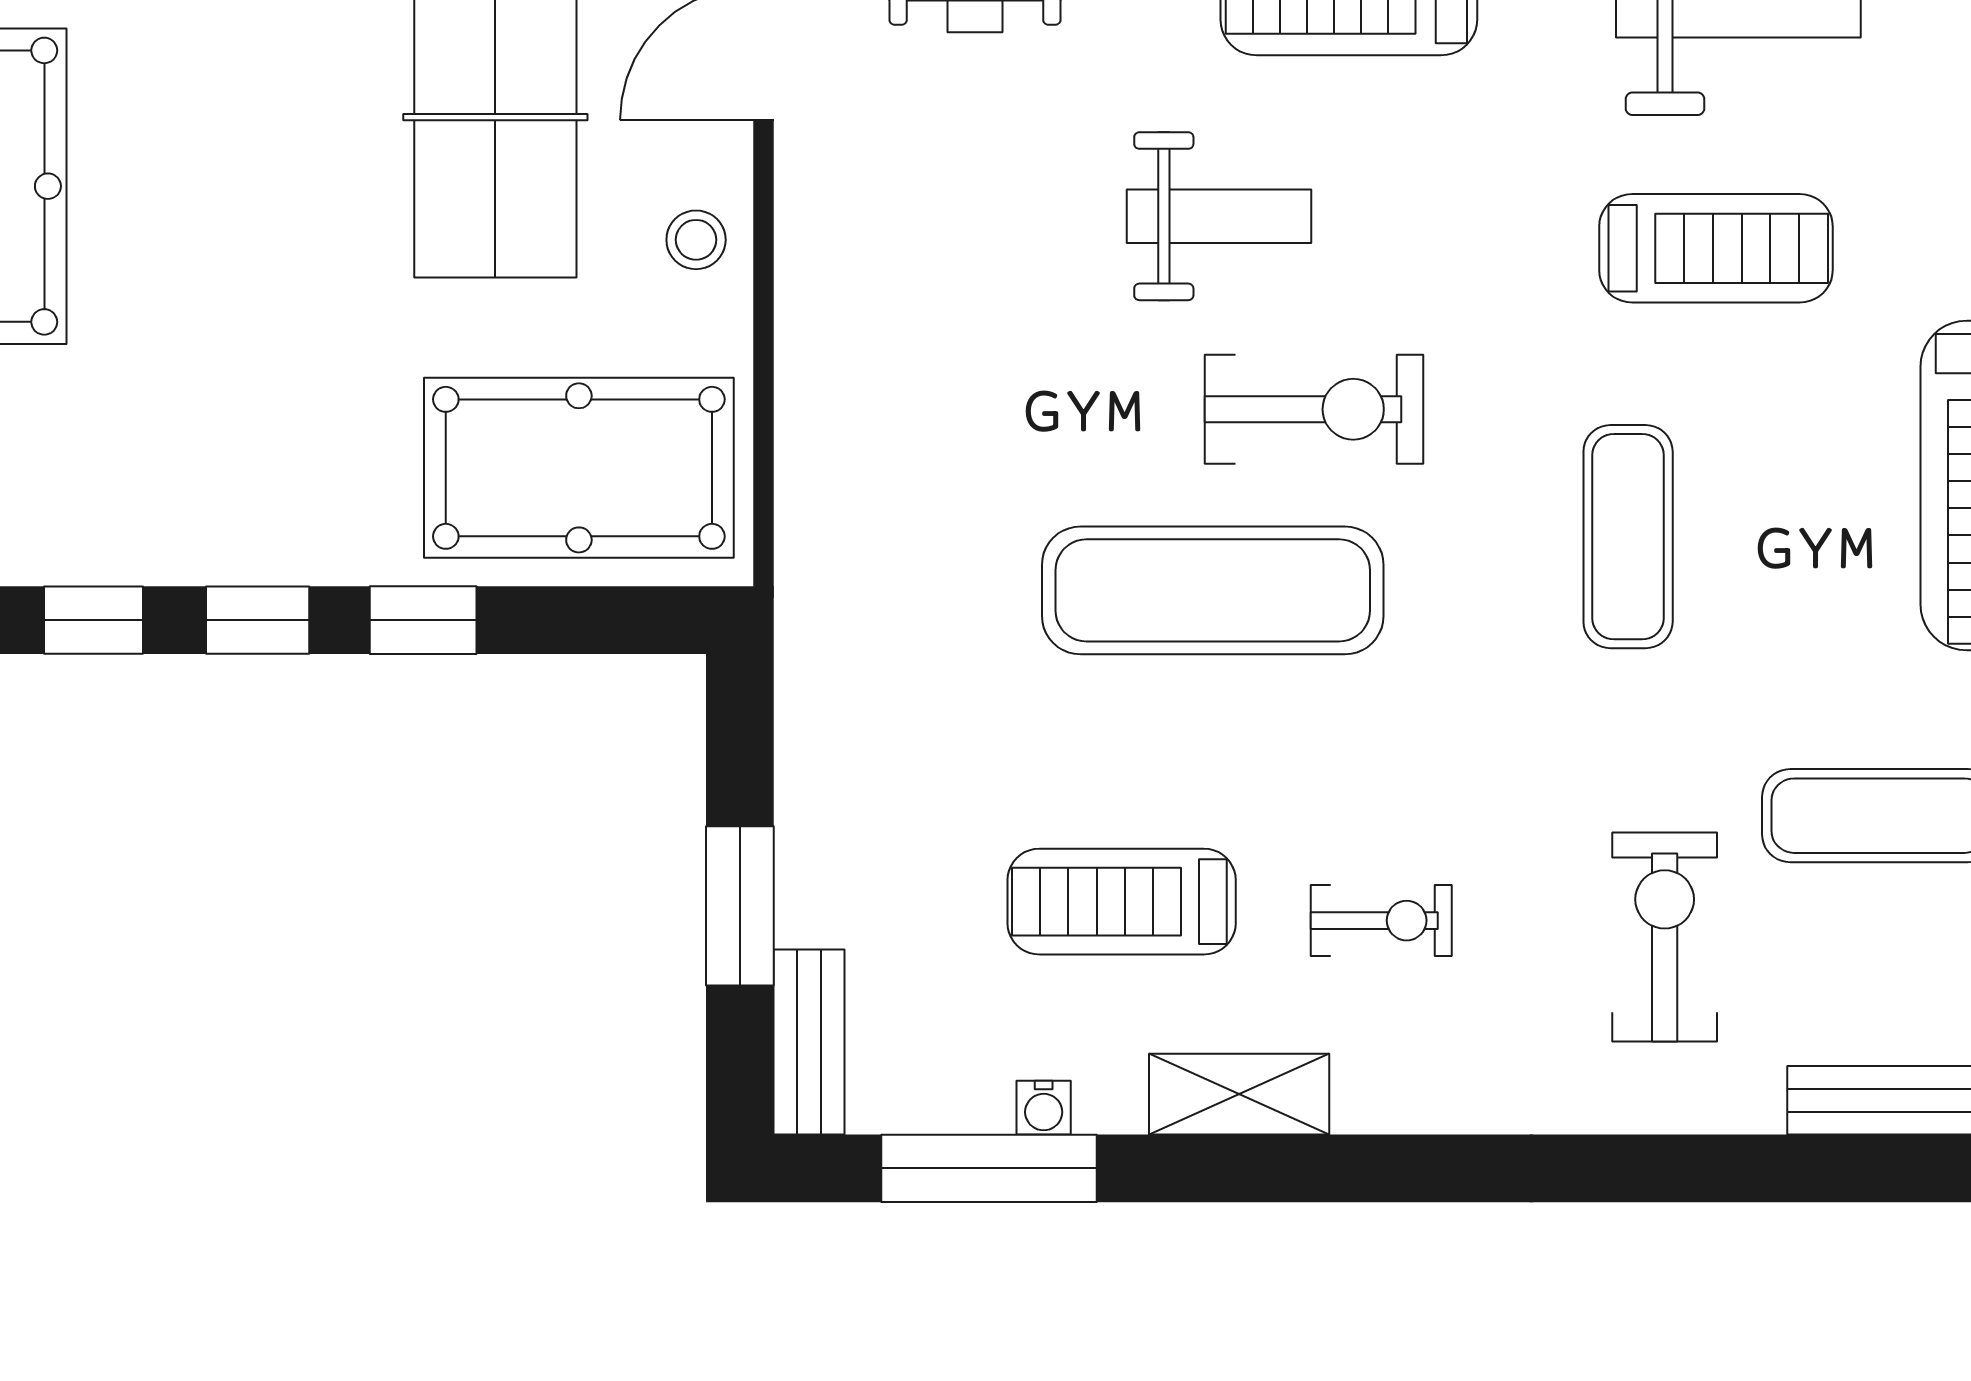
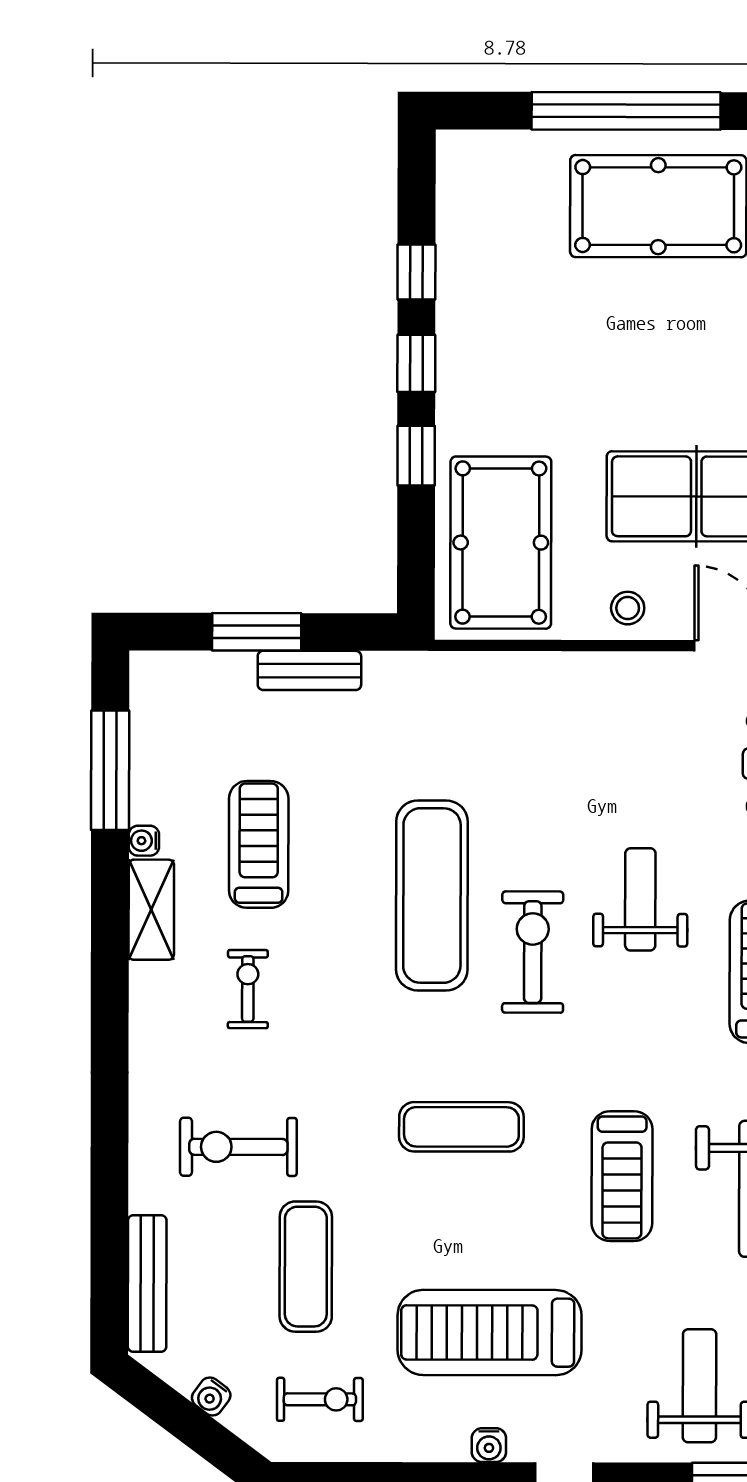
weight bench: (1219, 216) -> (640, 899), turned 180
exercise bike: (1314, 409) -> (533, 952), turned 180
exercise bike: (1381, 921) -> (248, 989), turned 180
exercise bike: (1665, 937) -> (238, 1147), turned 180
bench: (809, 1042) -> (309, 670), moved
water cooler: (1044, 1108) -> (144, 841), moved

